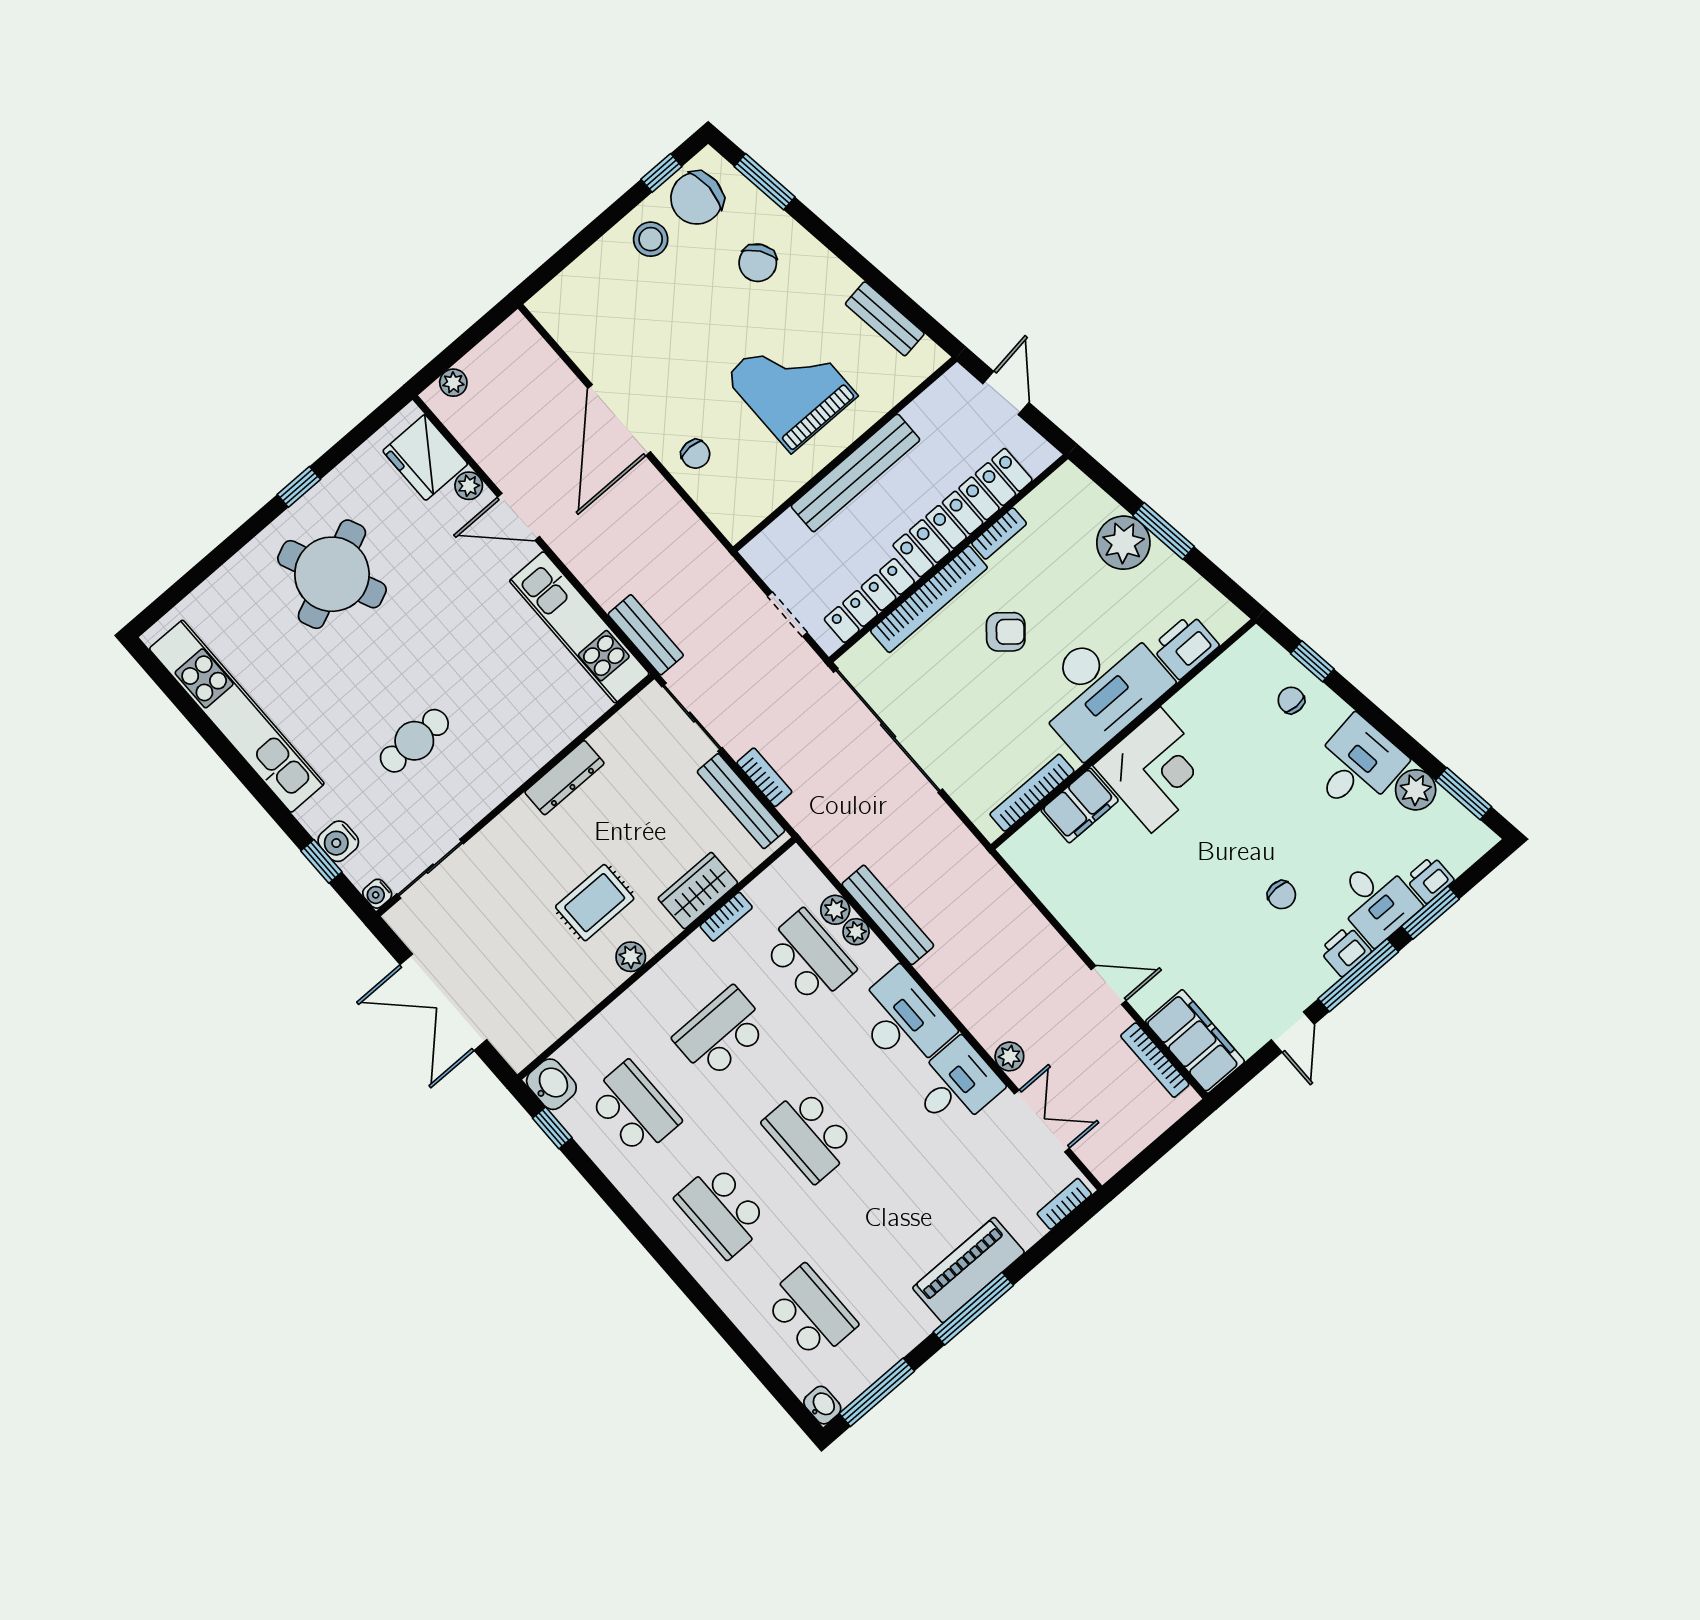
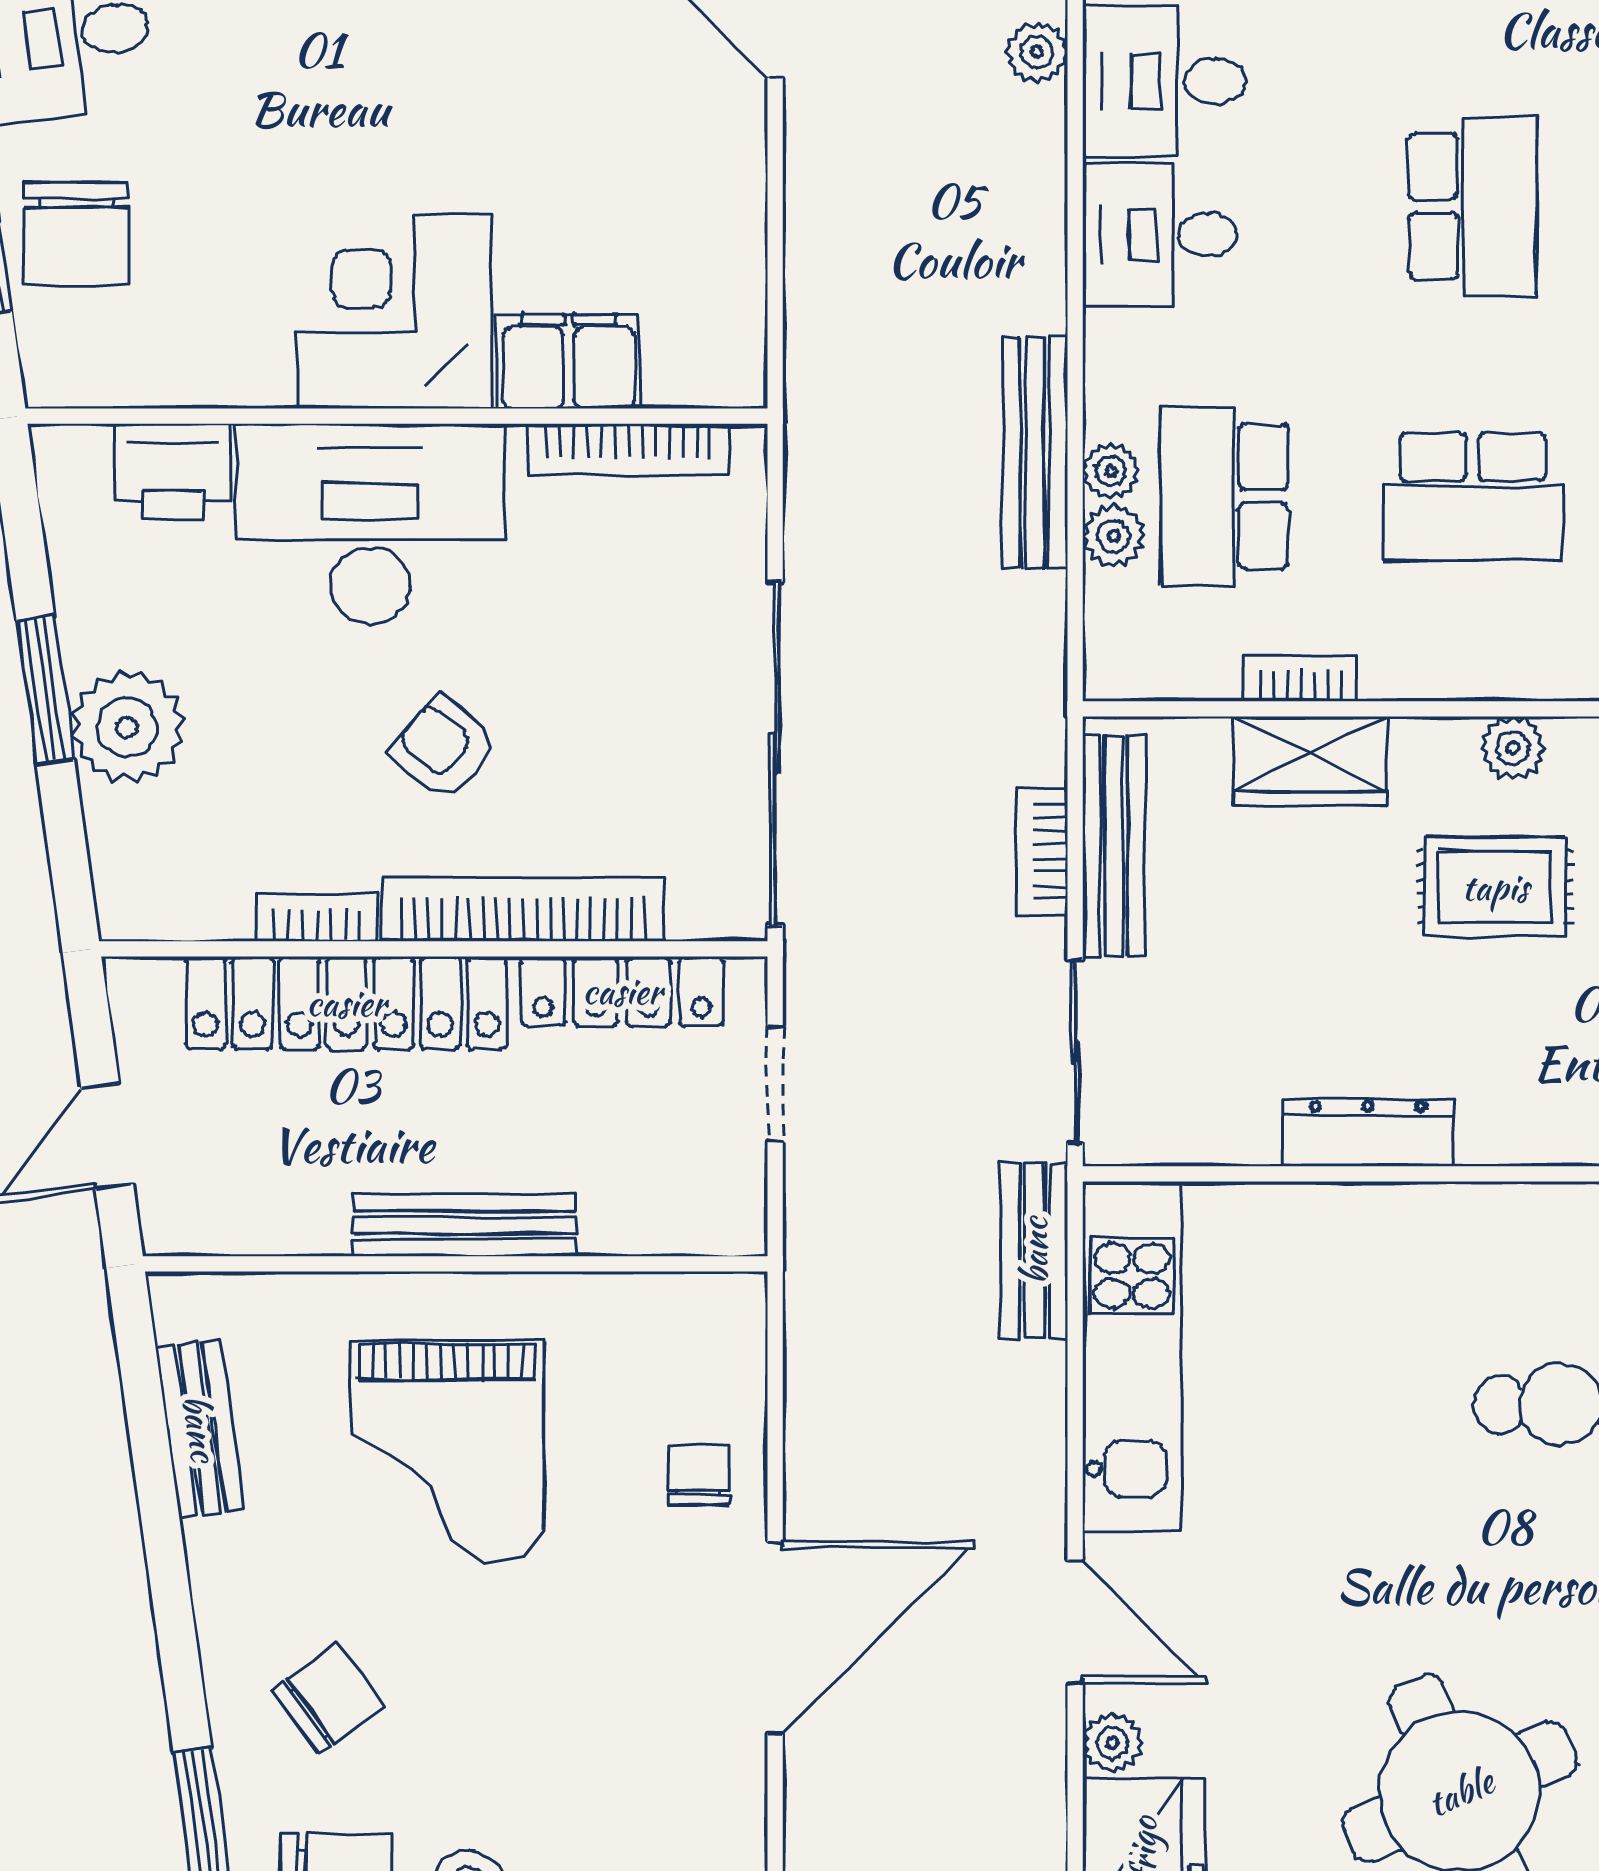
bench: (855, 473) -> (465, 1225), width x0.73, depth x0.82
chair: (1291, 700) -> (76, 234), width x1.87, depth x1.87
desk: (903, 1020) -> (1160, 235), width x0.73

